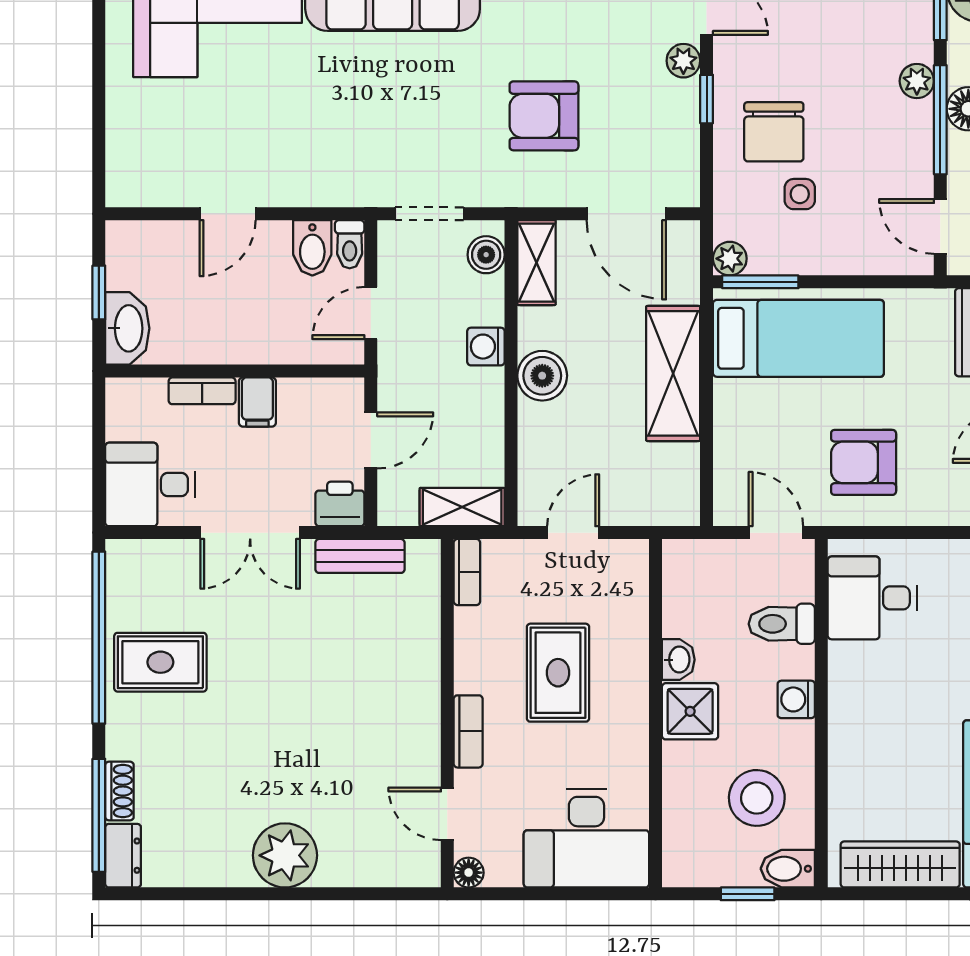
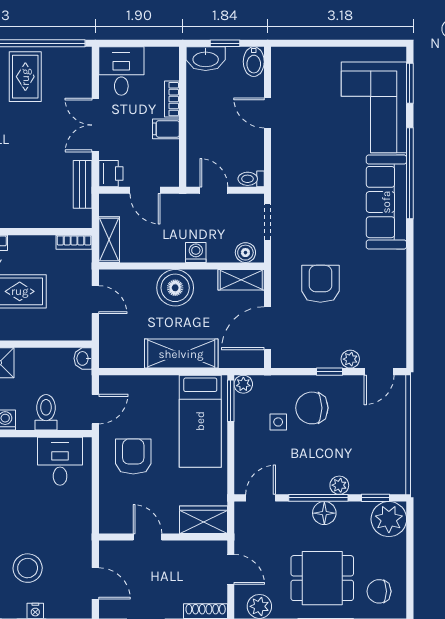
bidet: (312, 248) -> (254, 62), moved, turned -90
boiler: (542, 376) -> (175, 288), width x1.37, depth x1.37
washbasin: (678, 660) -> (83, 358), moved, turned 90

